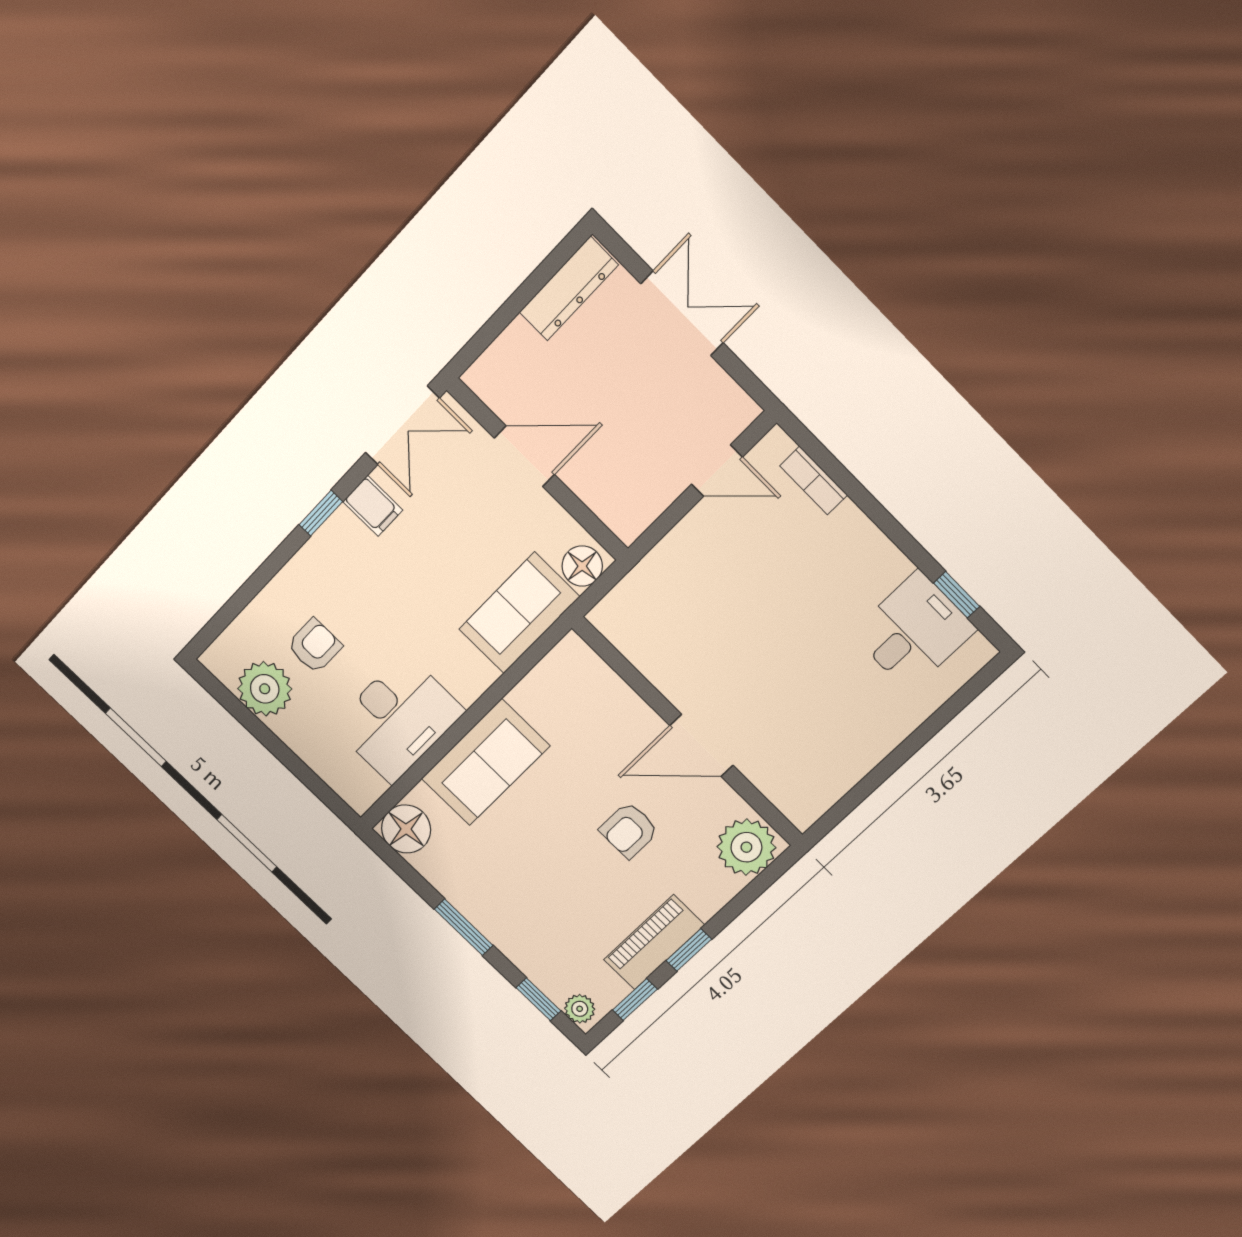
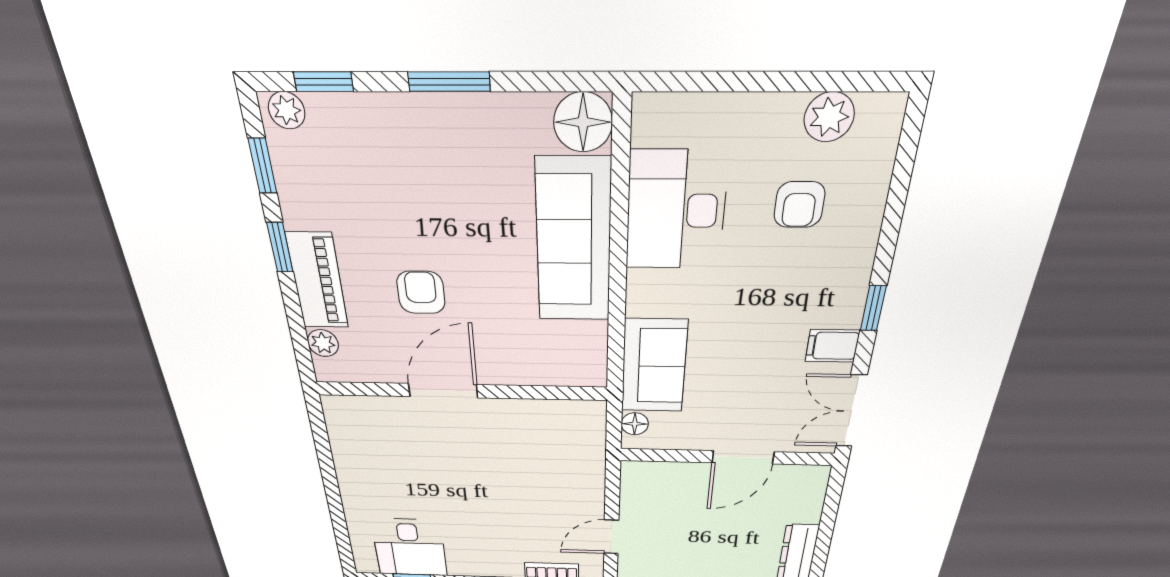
floor lamp: (582, 566) -> (635, 424), width x0.73, depth x0.73
plant: (265, 689) -> (829, 117), width x0.73, depth x0.73
sofa: (485, 762) -> (574, 242), width x1.36
plant: (746, 847) -> (323, 343), width x0.53, depth x0.53
piano: (654, 942) -> (317, 281), moved

